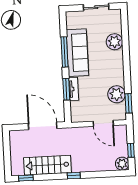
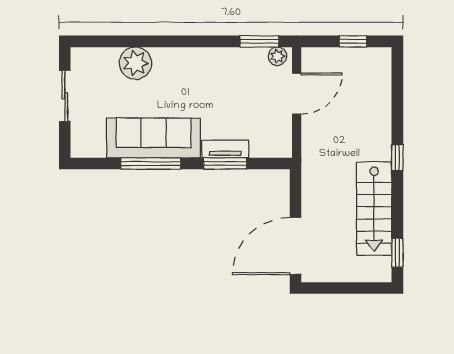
plant: (117, 94) -> (277, 56), moved, width x0.53, depth x0.53
door: (43, 126) -> (296, 246), moved
plant: (122, 164) -> (379, 60), removed

